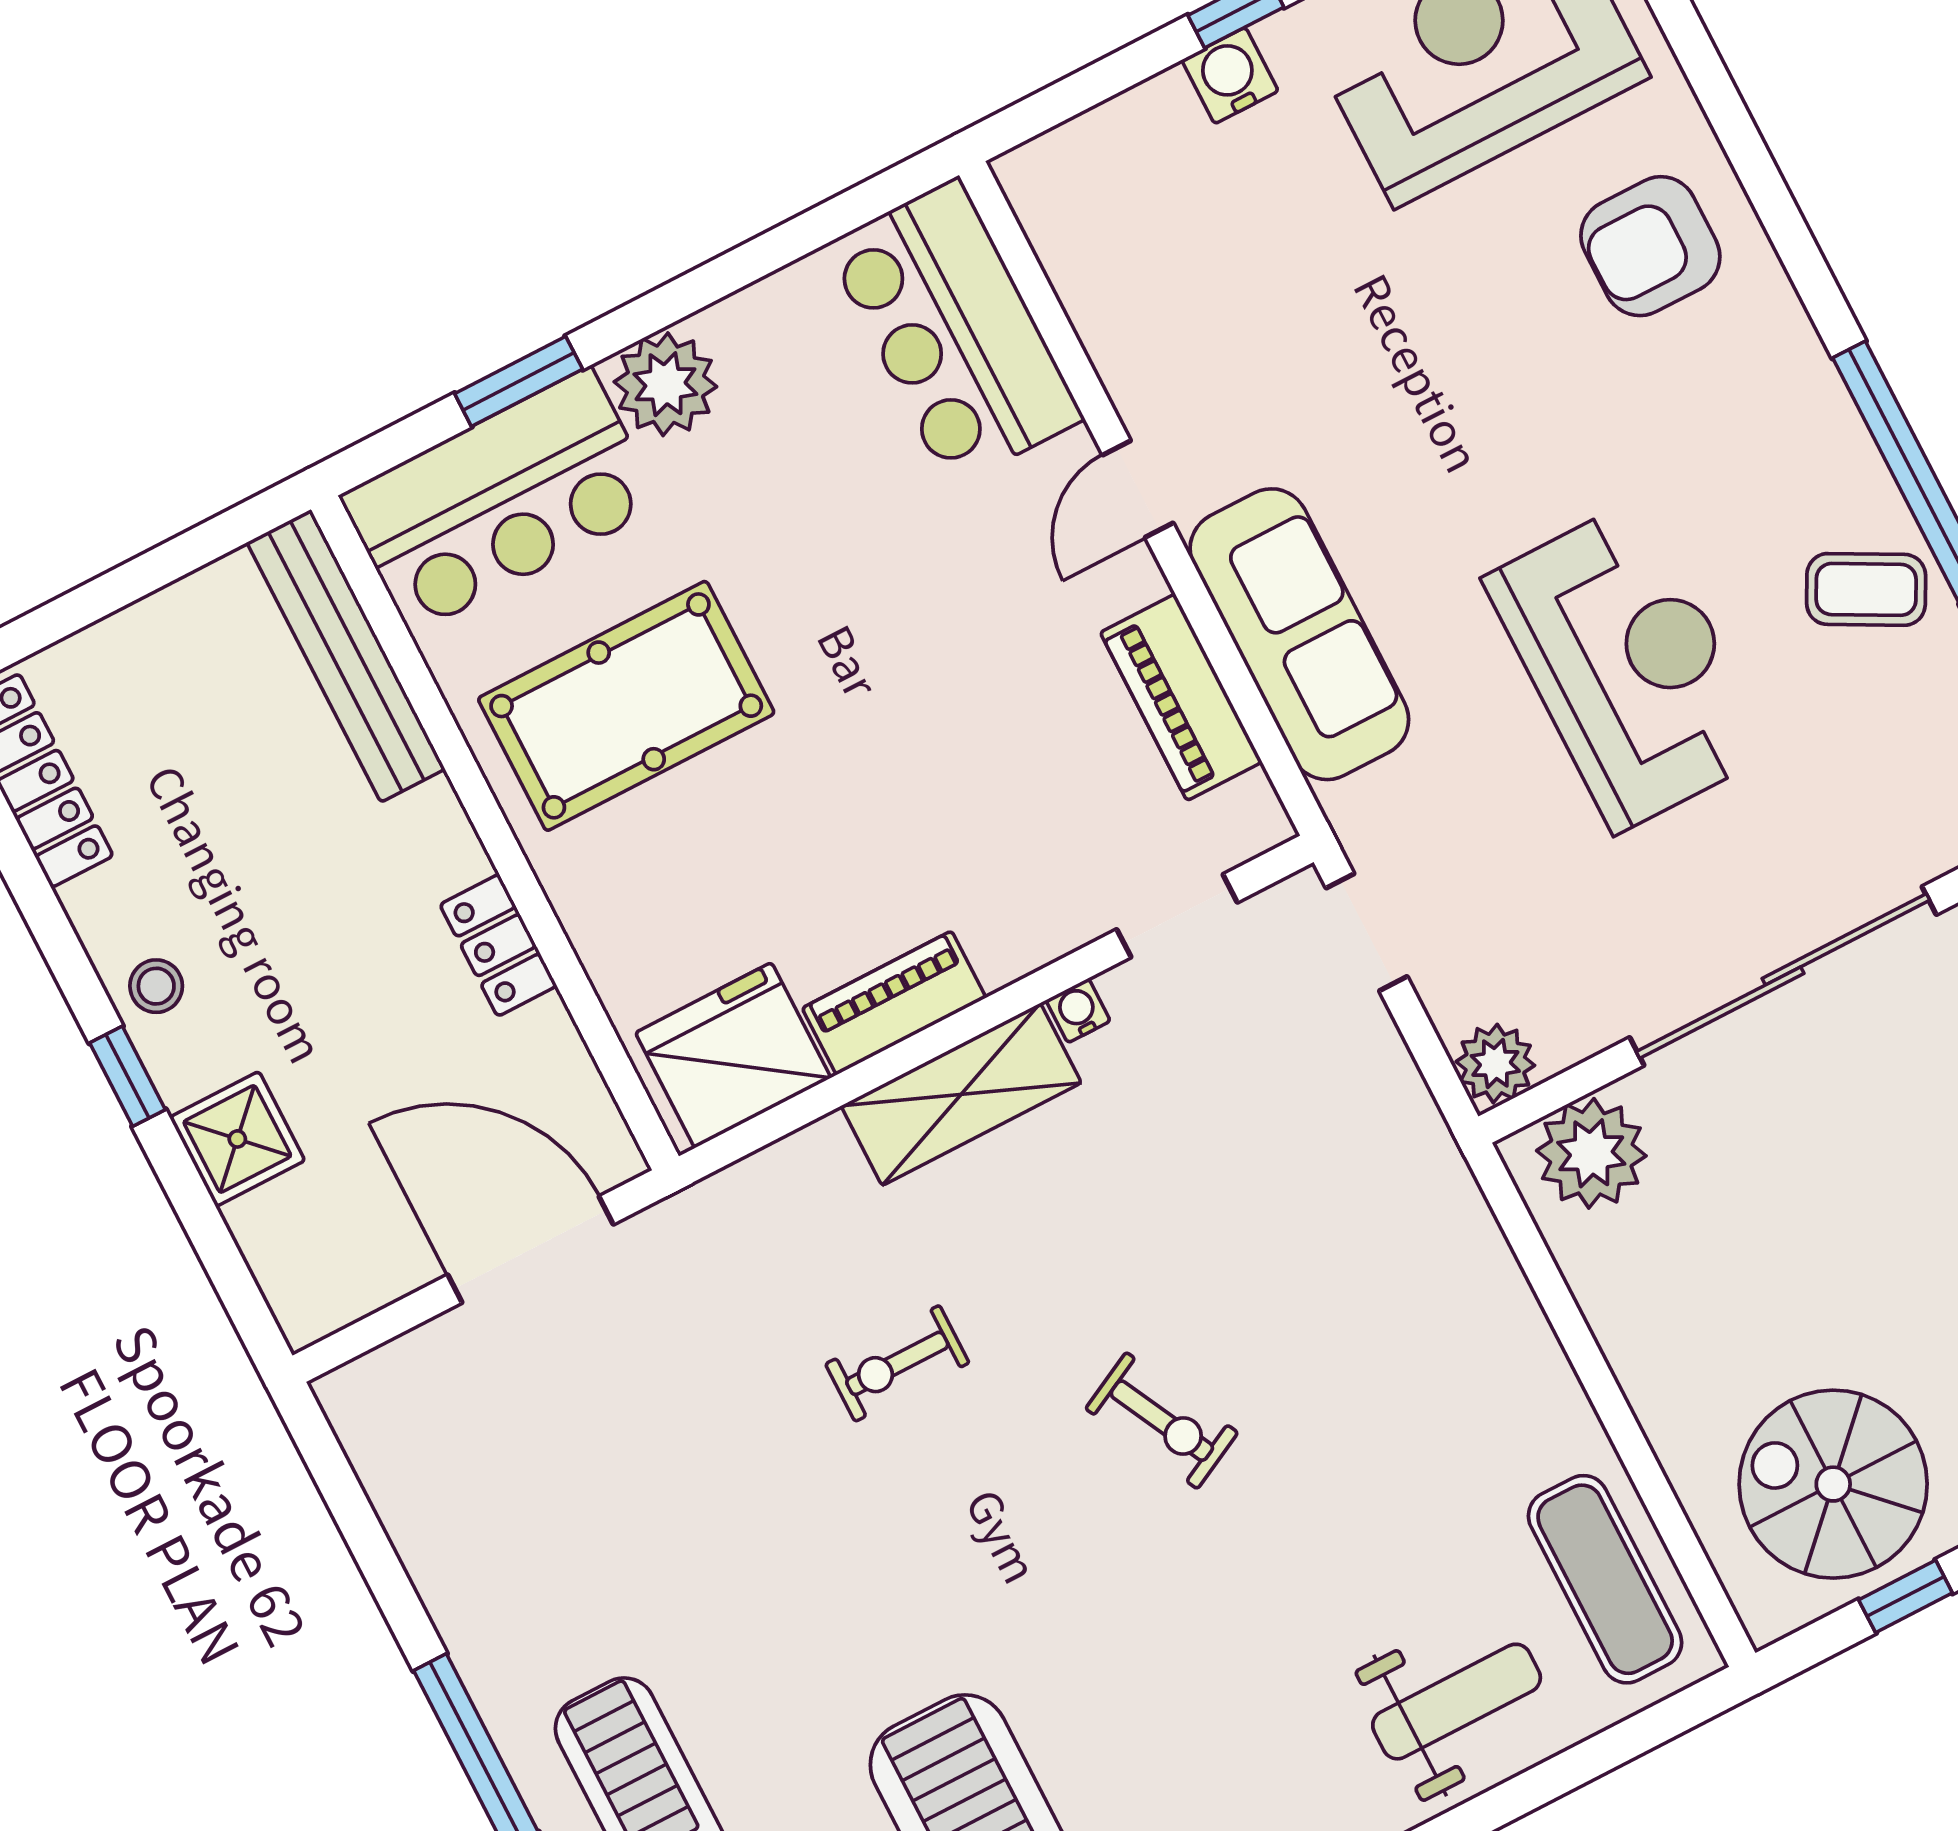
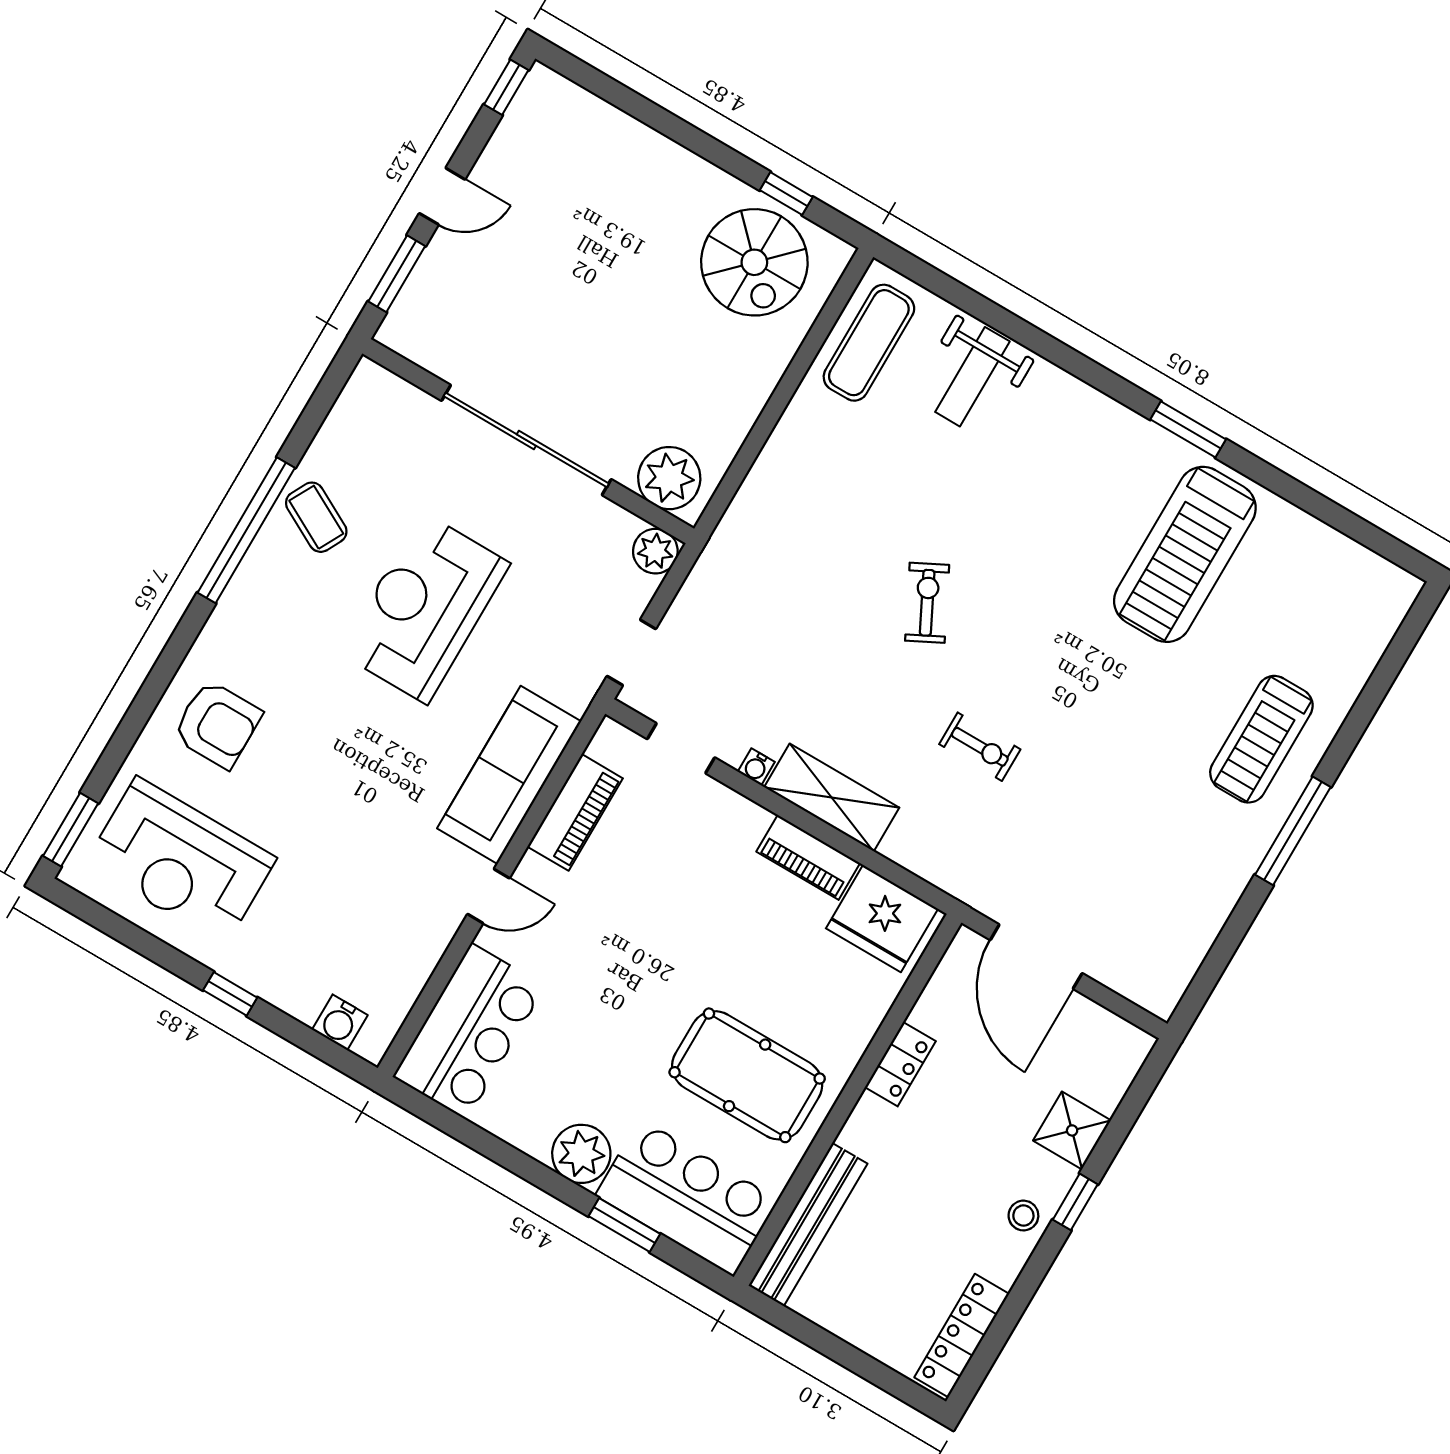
water cooler: (1230, 76) -> (340, 1022), moved
weight bench: (1457, 1702) -> (972, 377), turned -90

